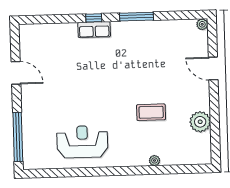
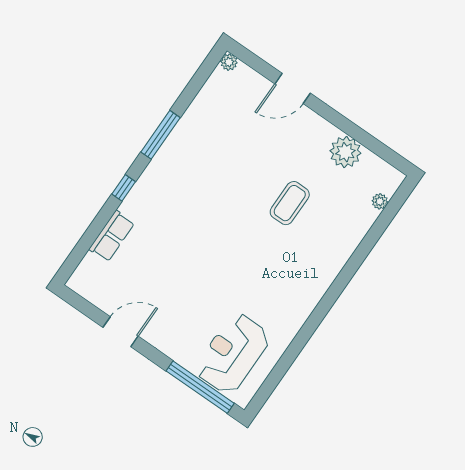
row of seats: (94, 30) -> (112, 236), moved
reception desk: (82, 142) -> (233, 354), moved
plant: (155, 160) -> (380, 201), moved

